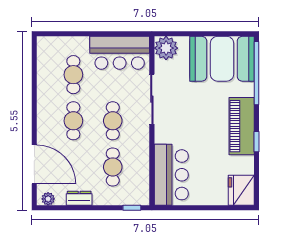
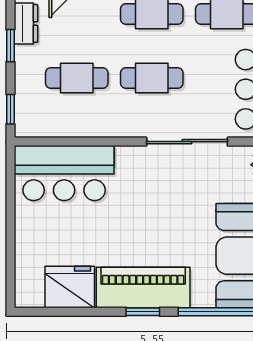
window: (257, 142) -> (143, 312), moved
fridge: (241, 190) -> (70, 287), moved
window: (93, 208) -> (10, 46), added

